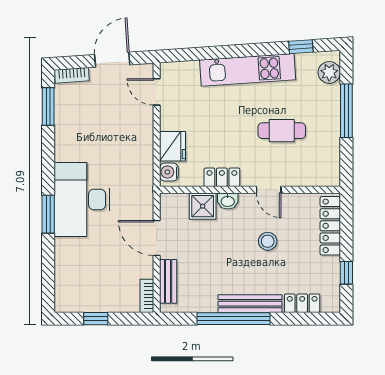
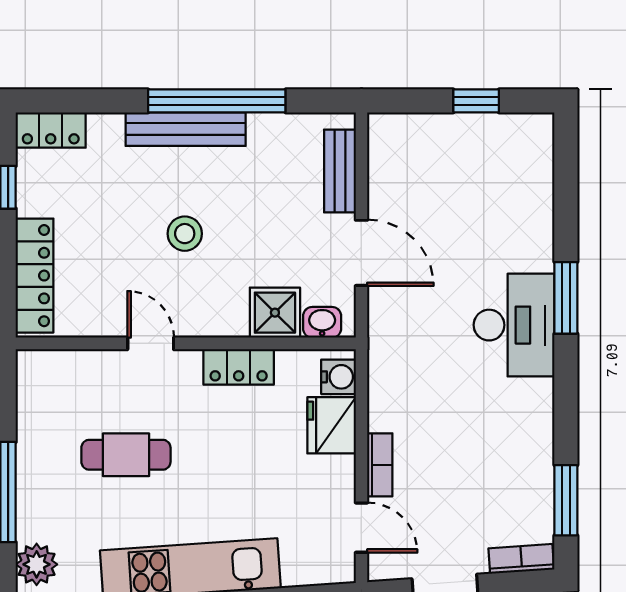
desk: (82, 200) -> (514, 325), width x0.73, depth x0.77
washbasin: (228, 201) -> (322, 322), moved
stool: (268, 241) -> (185, 234), moved
bookcase: (147, 296) -> (380, 465), moved
locker: (302, 303) -> (51, 130), moved

